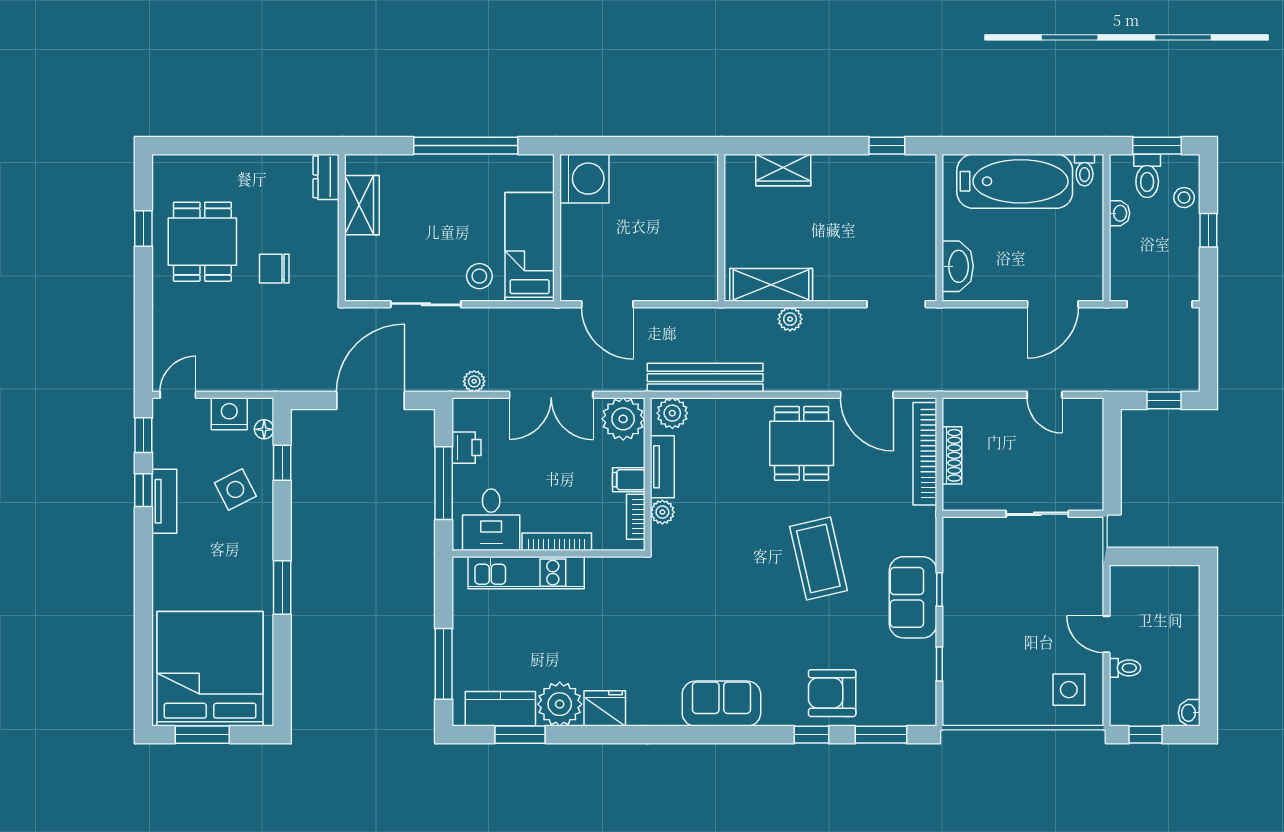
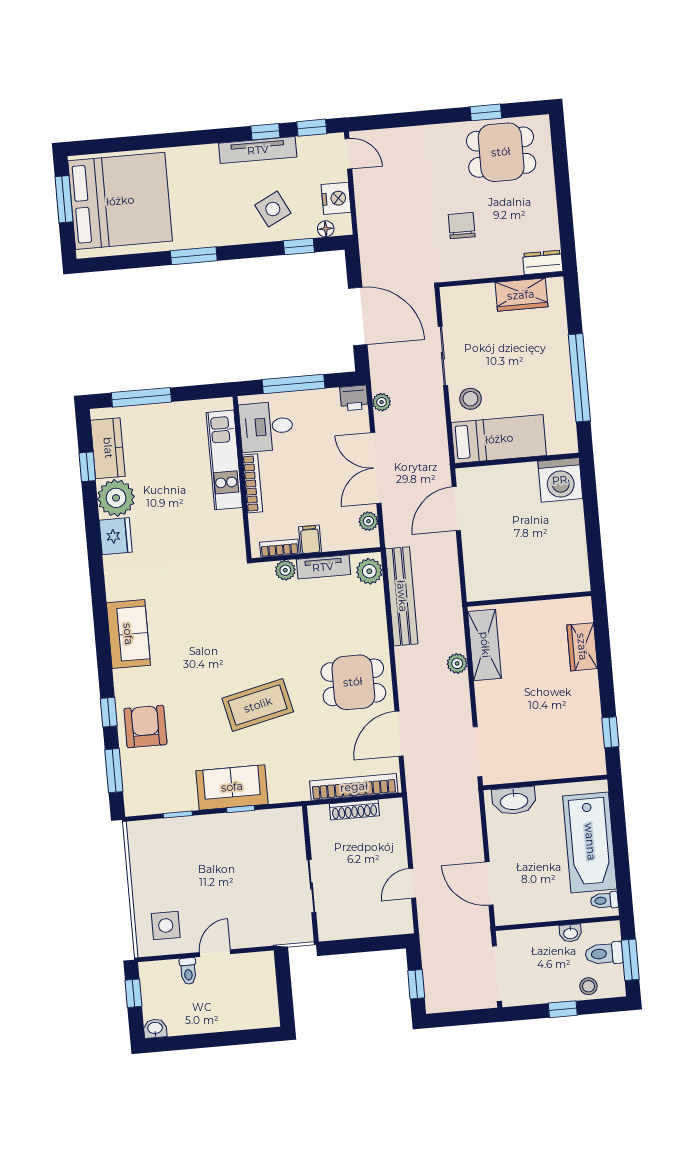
dining table: (202, 242) -> (501, 152), moved
plant: (623, 419) -> (368, 521), width x0.53, depth x0.53
printer: (466, 448) -> (354, 398), moved
tv unit: (164, 501) -> (258, 150), width x1.41
window: (520, 735) -> (87, 467), width x0.67

